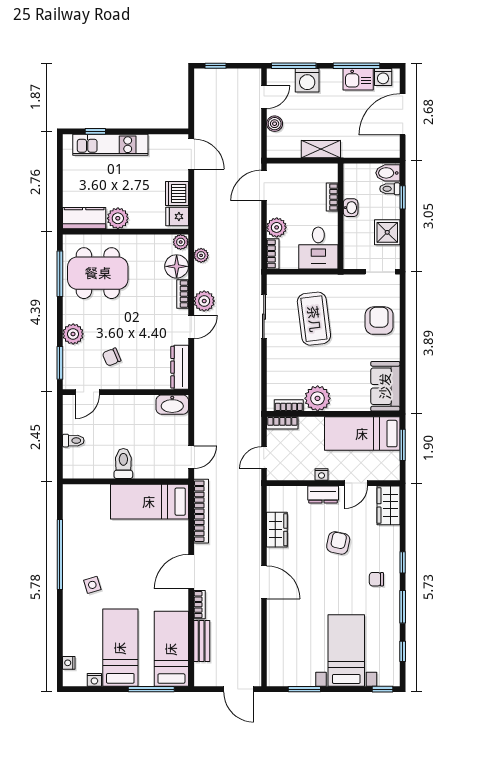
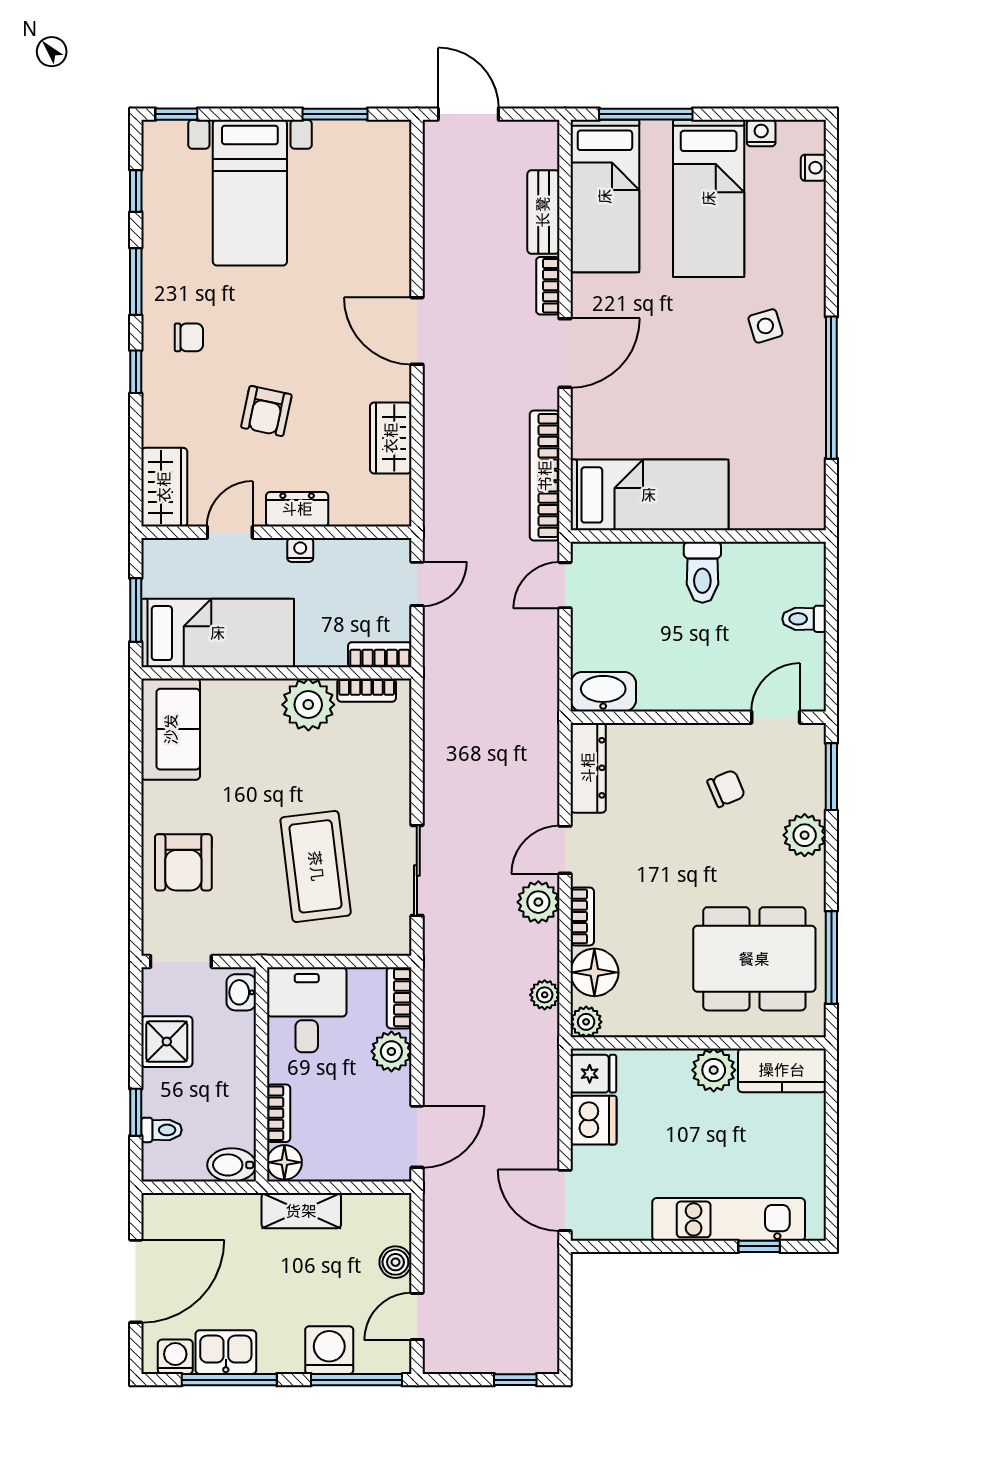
floor lamp: (329, 173) -> (284, 1162), added
bidet: (388, 173) -> (232, 1165), moved, turned 180
washbasin: (351, 208) -> (241, 992), moved

